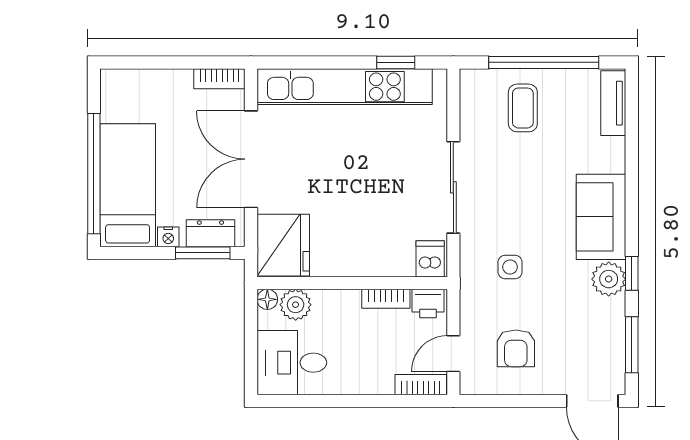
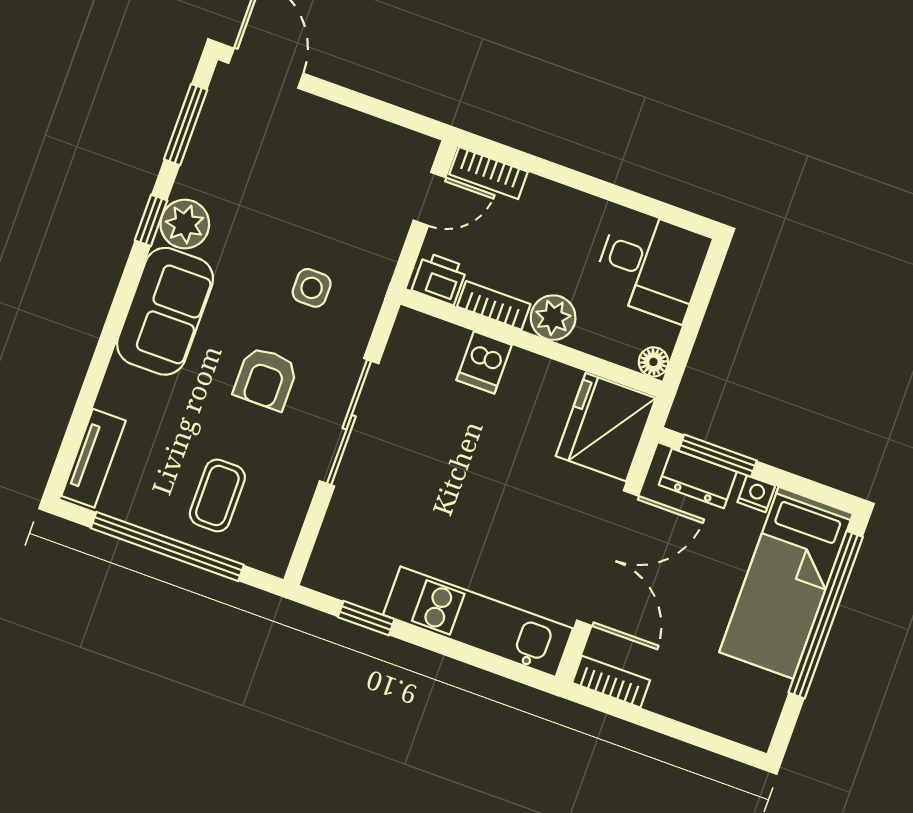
kitchen unit: (345, 87) -> (478, 622), width x0.73
dishwasher: (430, 259) -> (484, 362), moved
plant: (296, 305) -> (553, 318), moved
armchair: (516, 348) -> (266, 378), moved, turned 180

